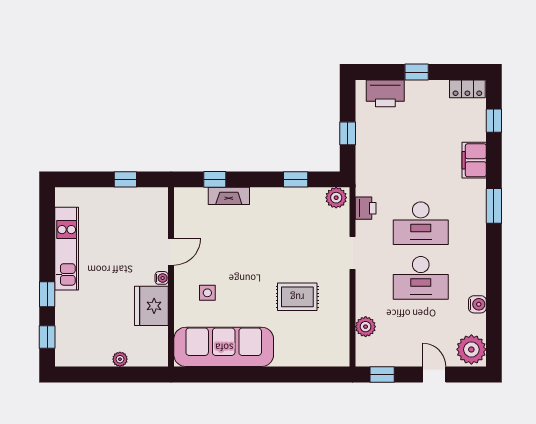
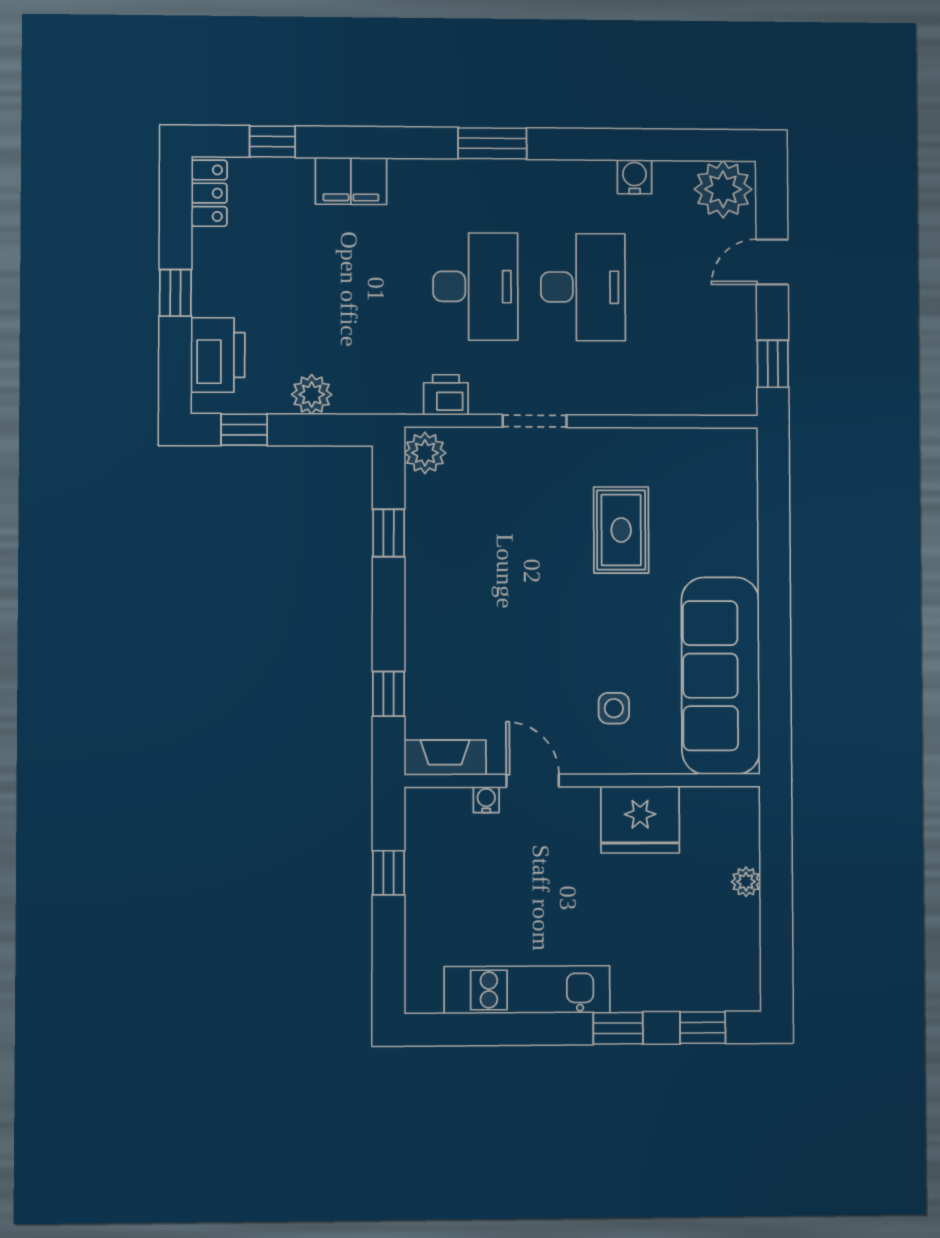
window: (348, 133) -> (244, 430), moved
fireplace: (229, 196) -> (445, 758), moved, turned -90
window: (494, 206) -> (492, 143), moved
water cooler: (162, 278) -> (486, 800), moved
plant: (366, 327) -> (312, 394), moved

